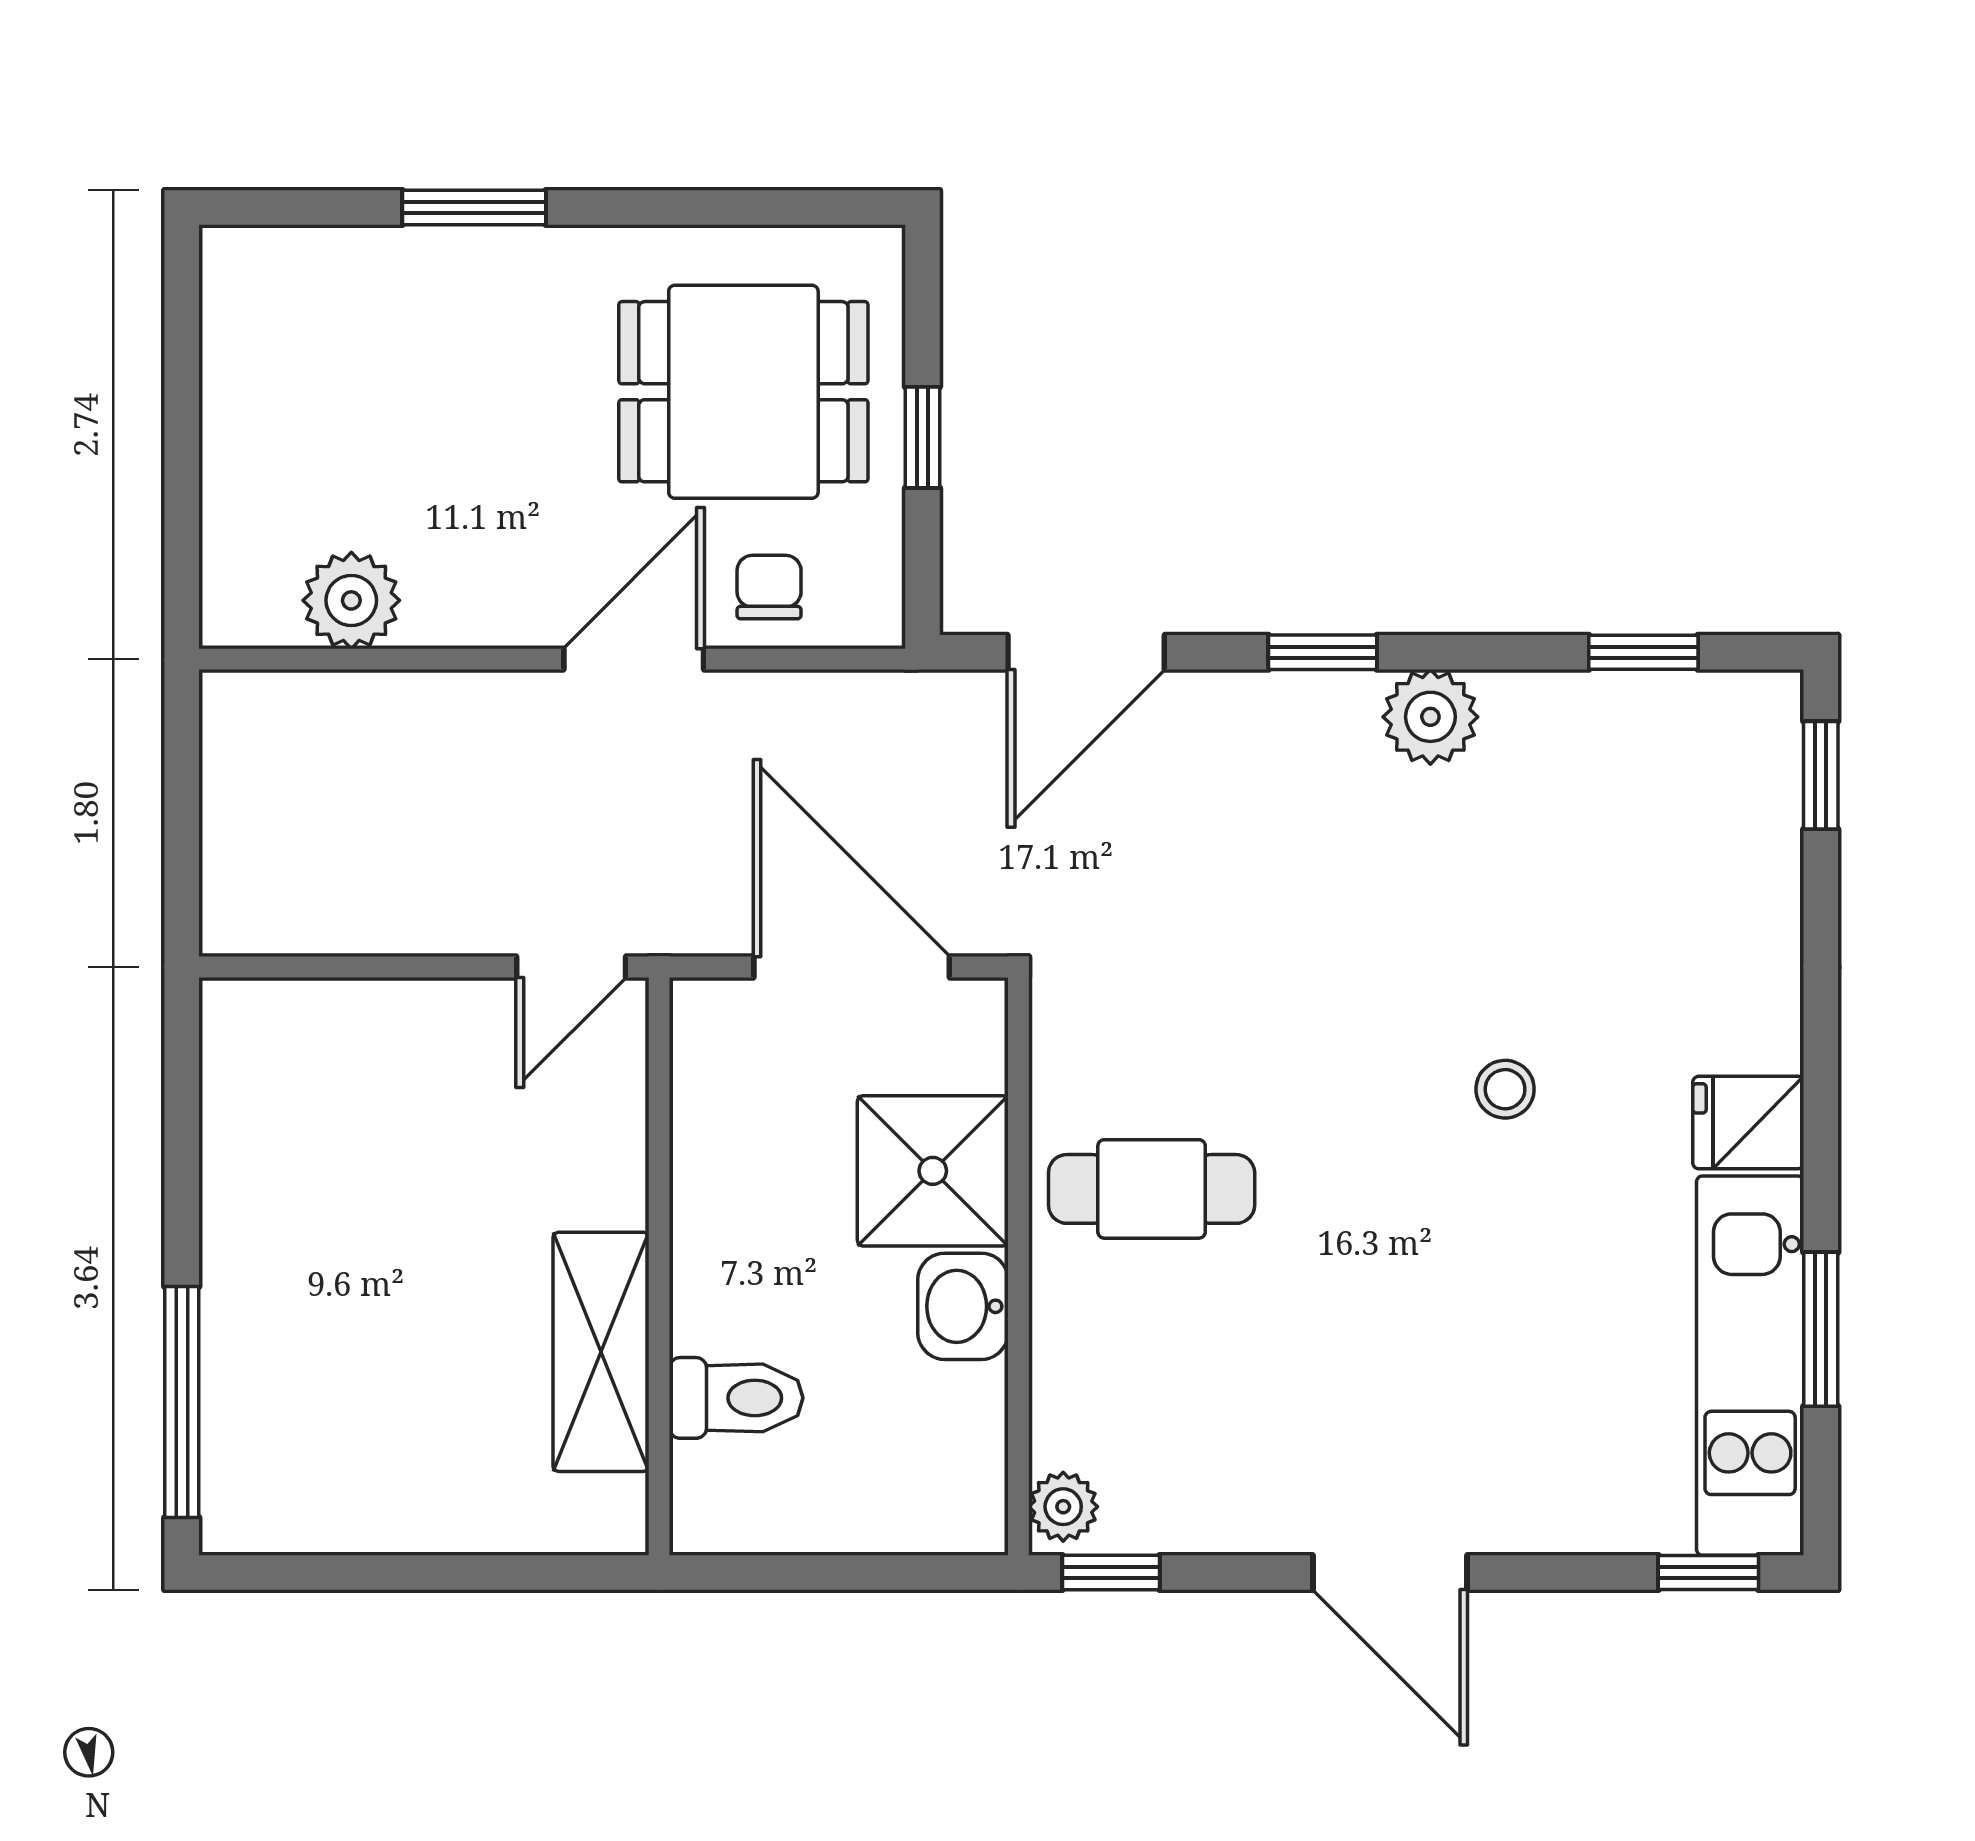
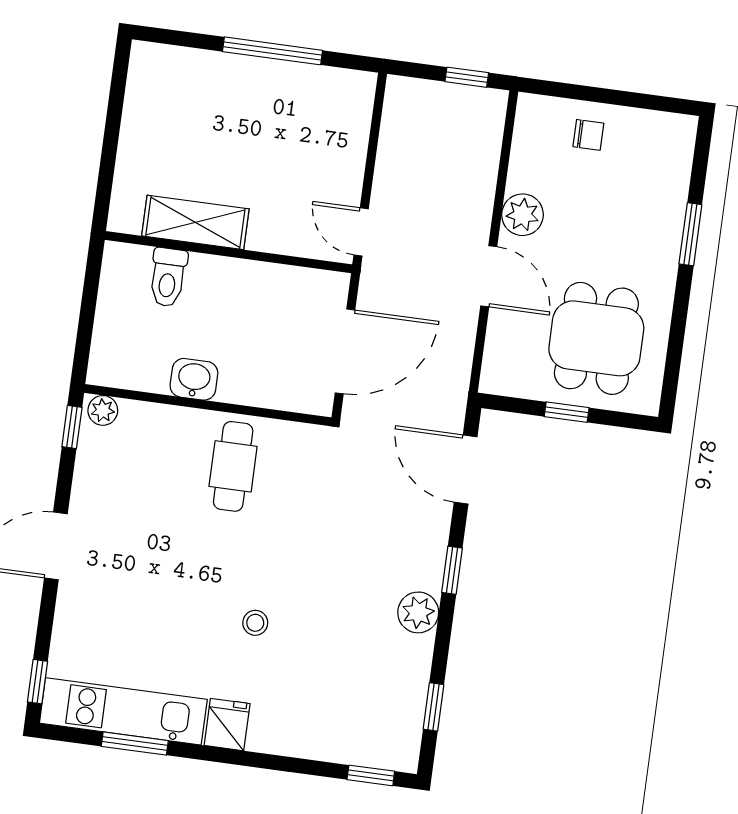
chair: (769, 587) -> (588, 135), moved
plant: (351, 600) -> (523, 215), moved
window: (182, 772) -> (467, 77), added
shower: (933, 1171) -> (253, 374), removed
window: (182, 1402) -> (272, 51), moved

